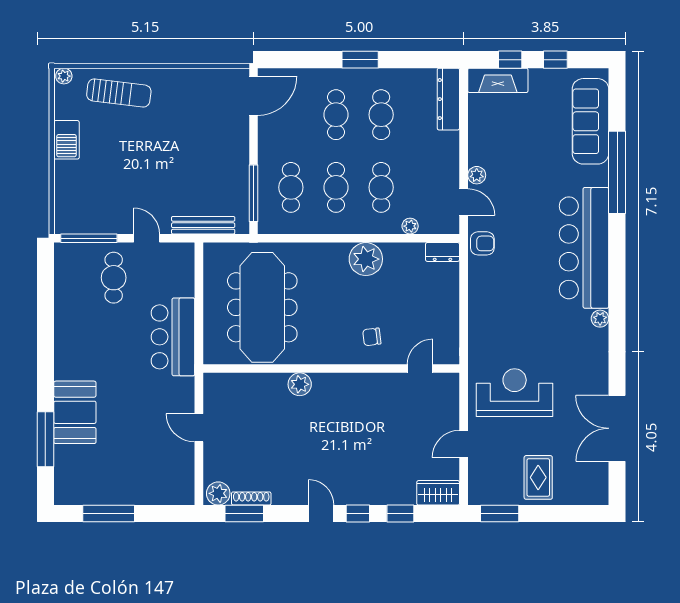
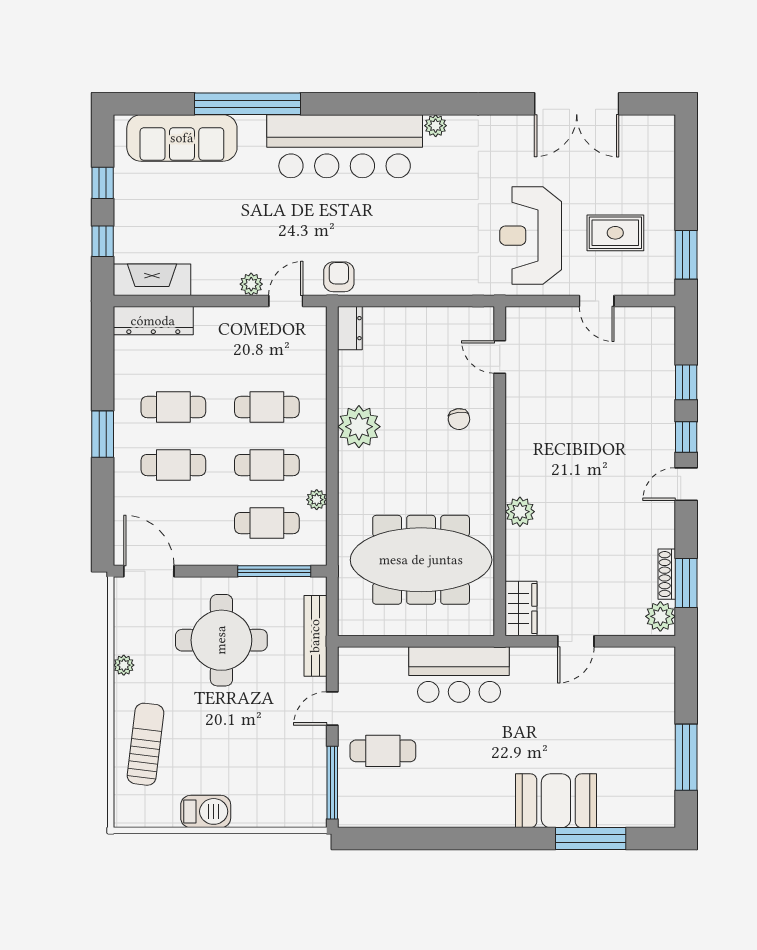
plant: (64, 76) -> (124, 665), moved
fireplace: (498, 80) -> (152, 280), moved, turned -90
round table: (200, 152) -> (221, 640), added
plant: (410, 226) -> (317, 500), moved
rug: (538, 477) -> (615, 233), moved
wardrobe: (438, 493) -> (521, 609), moved, turned 180

